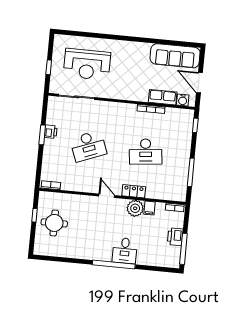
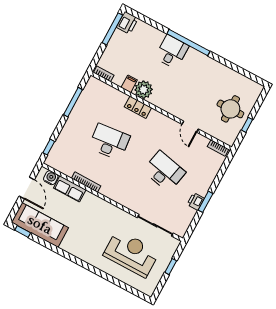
window: (187, 44) -> (23, 231), added
desk: (88, 146) -> (164, 171), turned 33
door: (107, 196) -> (190, 127), moved
printer: (175, 237) -> (127, 23), moved

